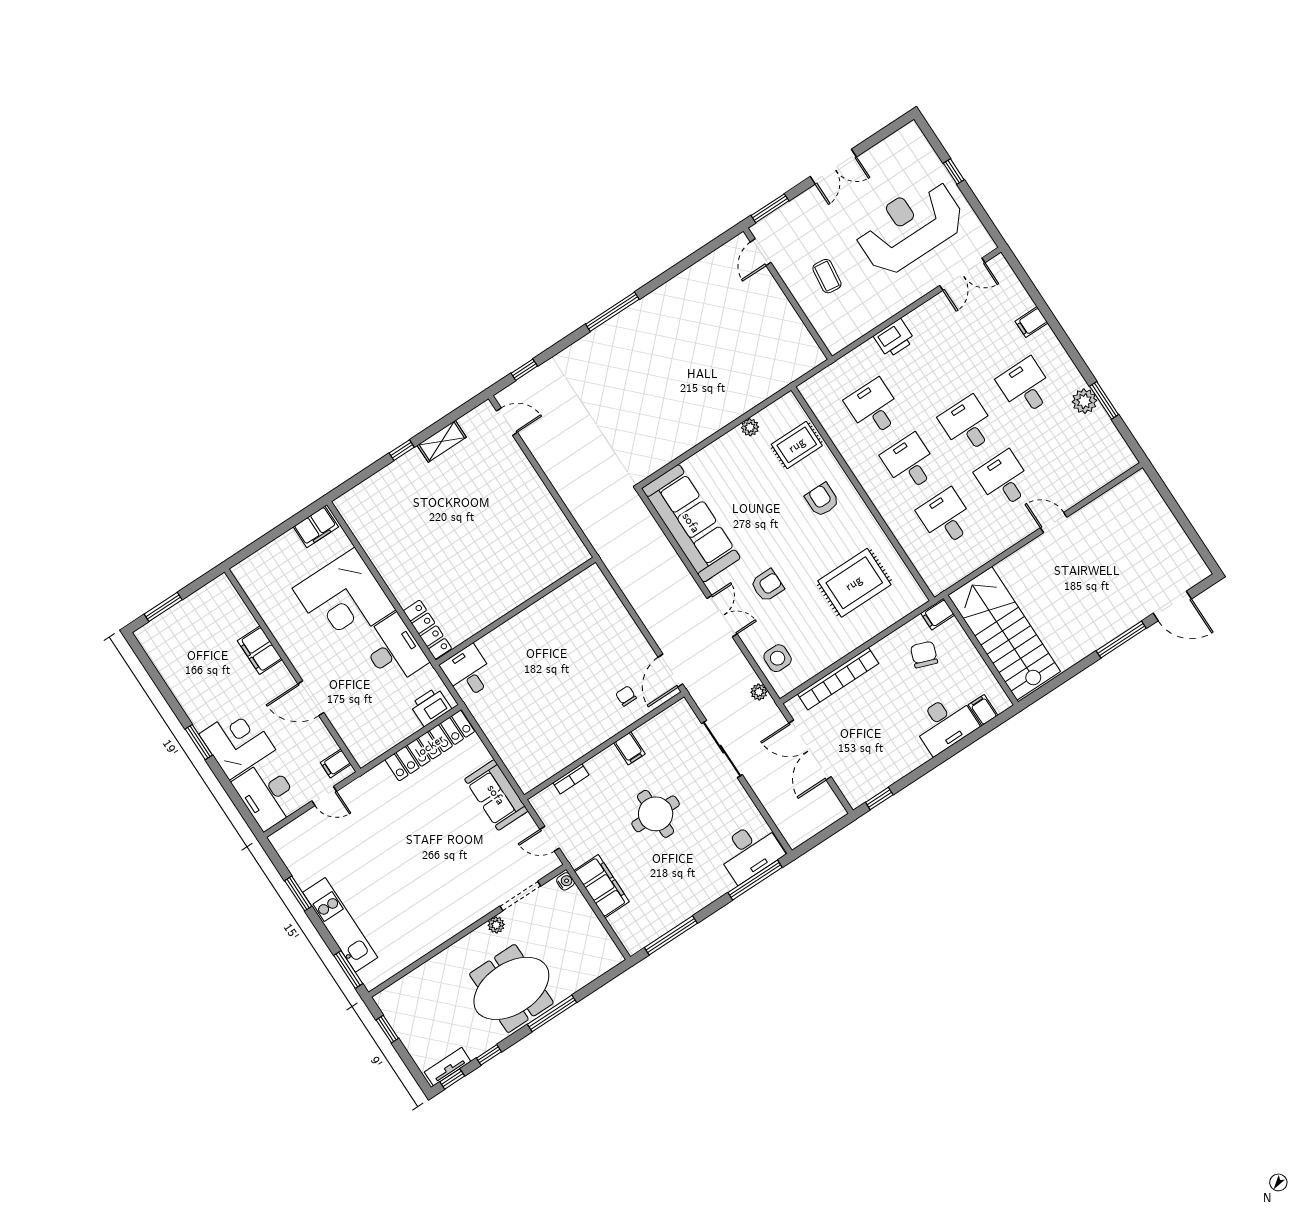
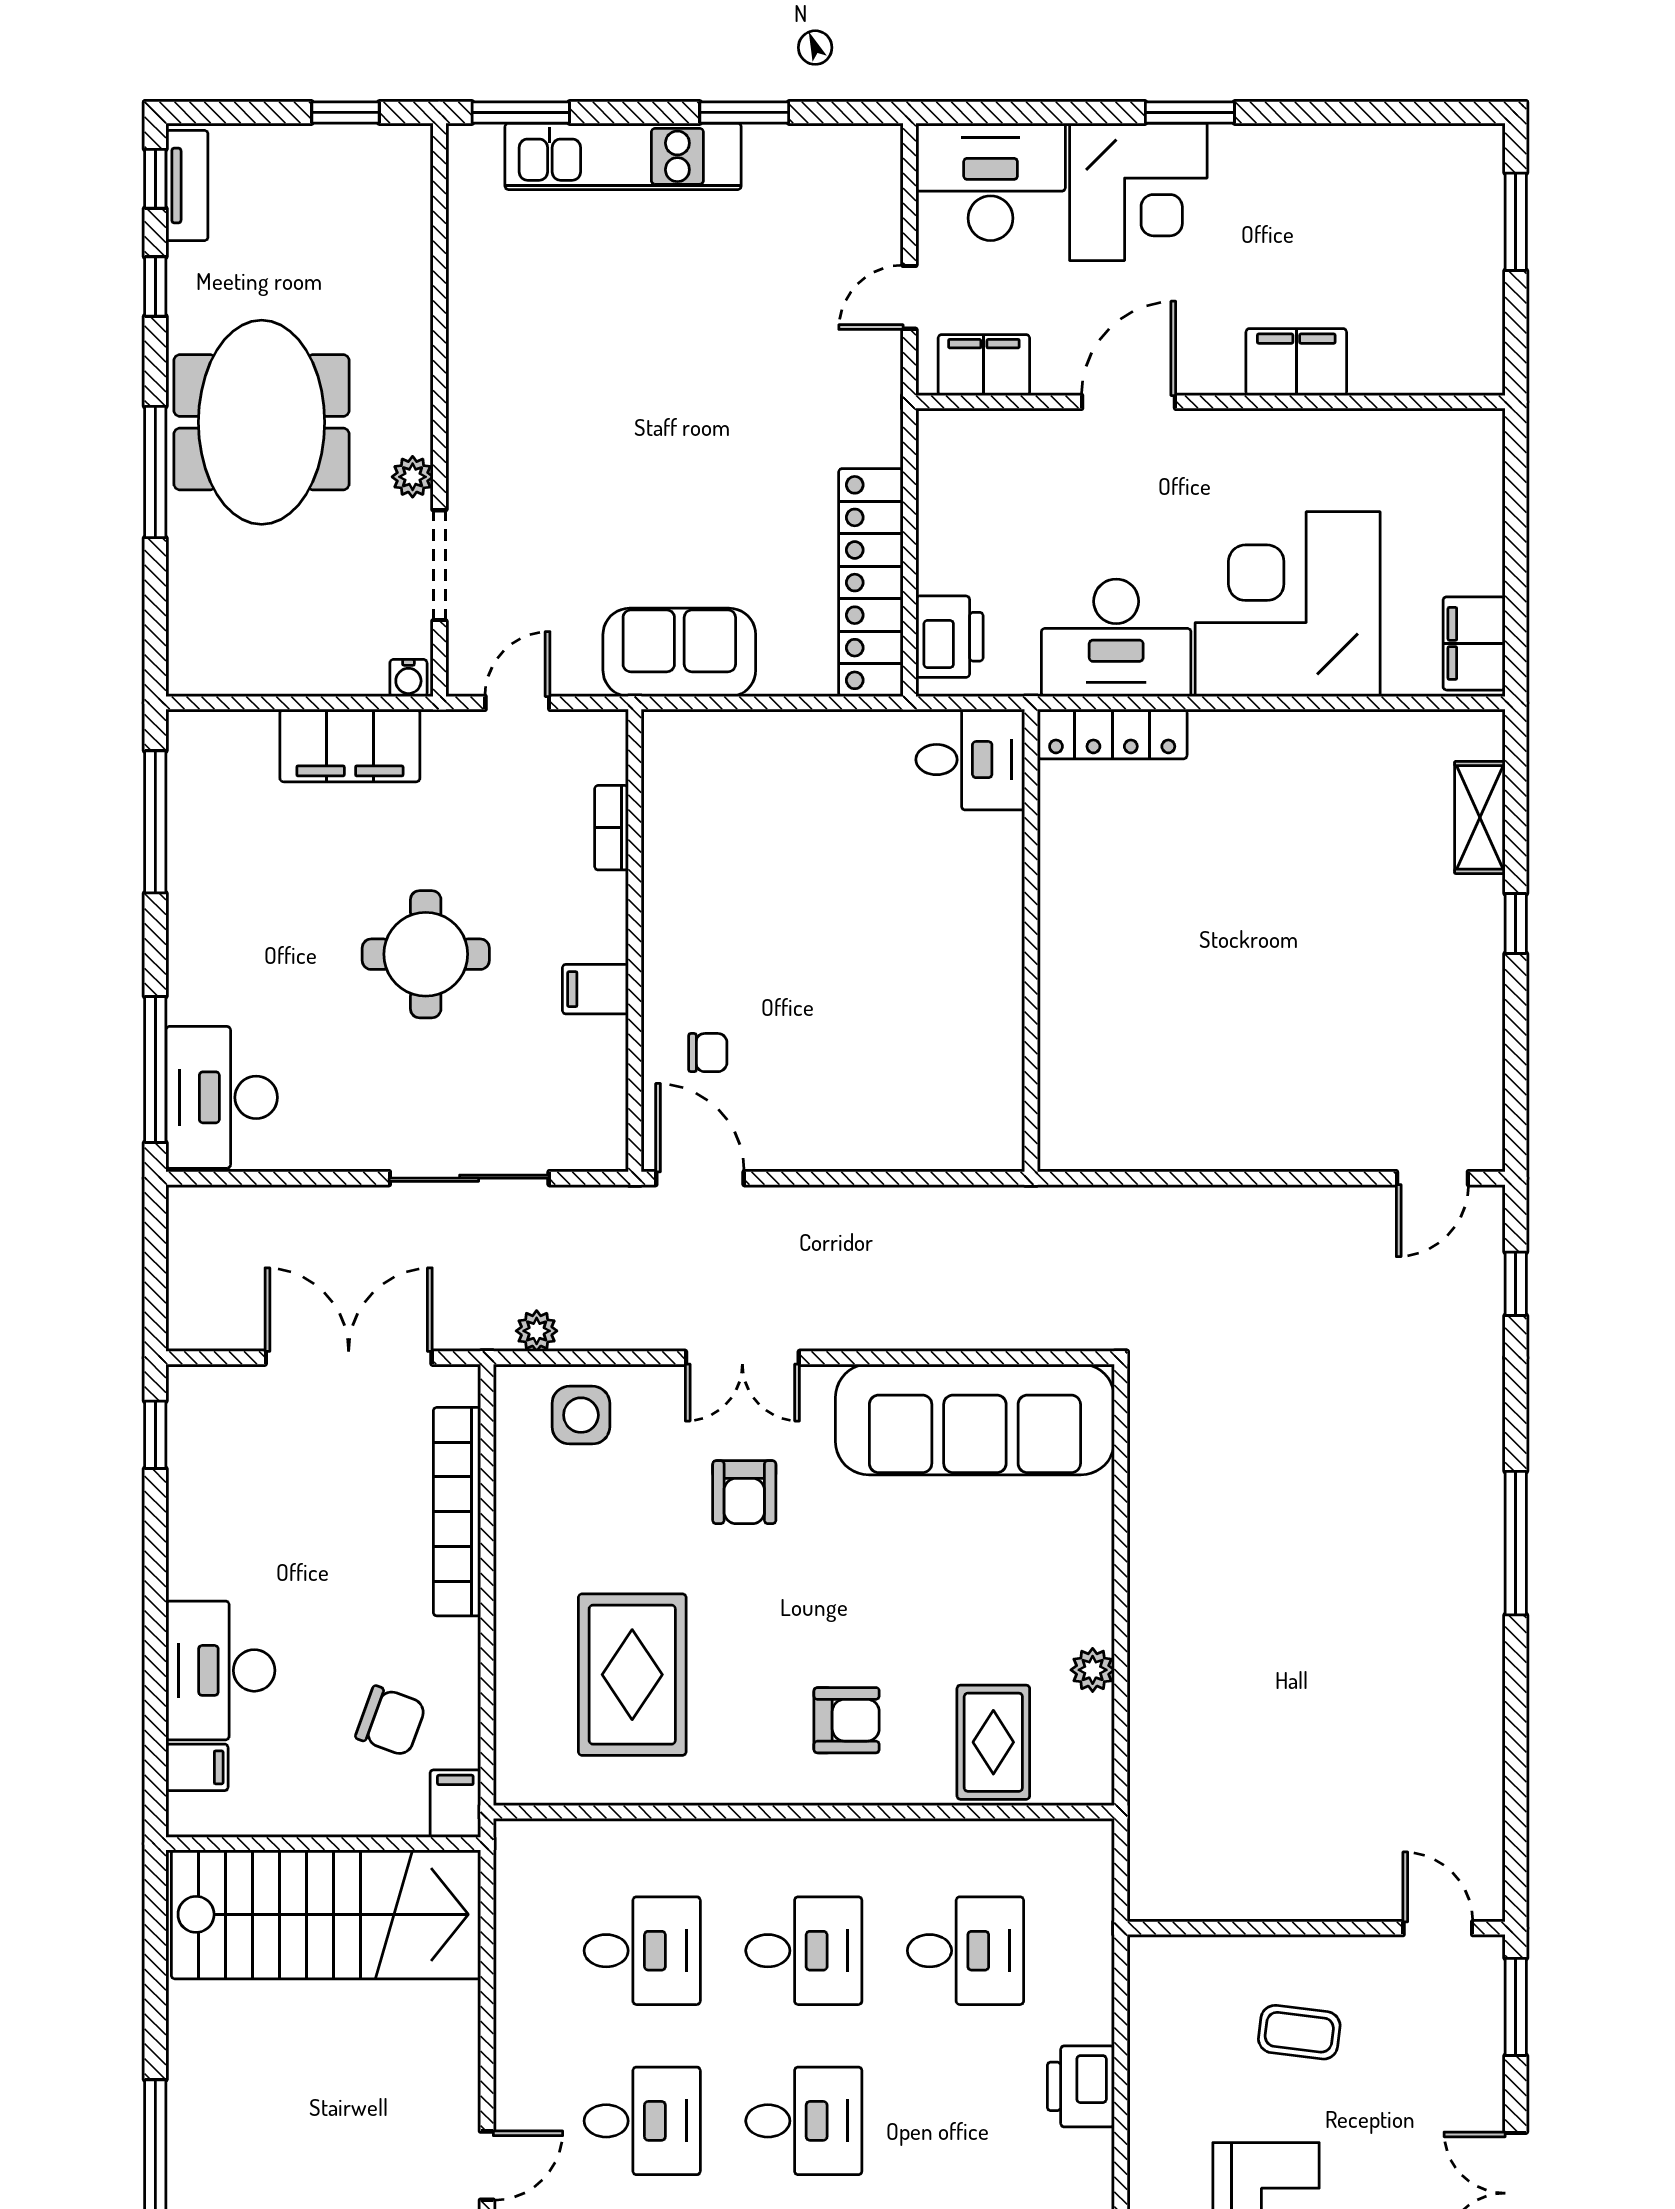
shelving: (442, 441) -> (1480, 817), moved
filing cabinet: (336, 763) -> (984, 365), width x2.00

